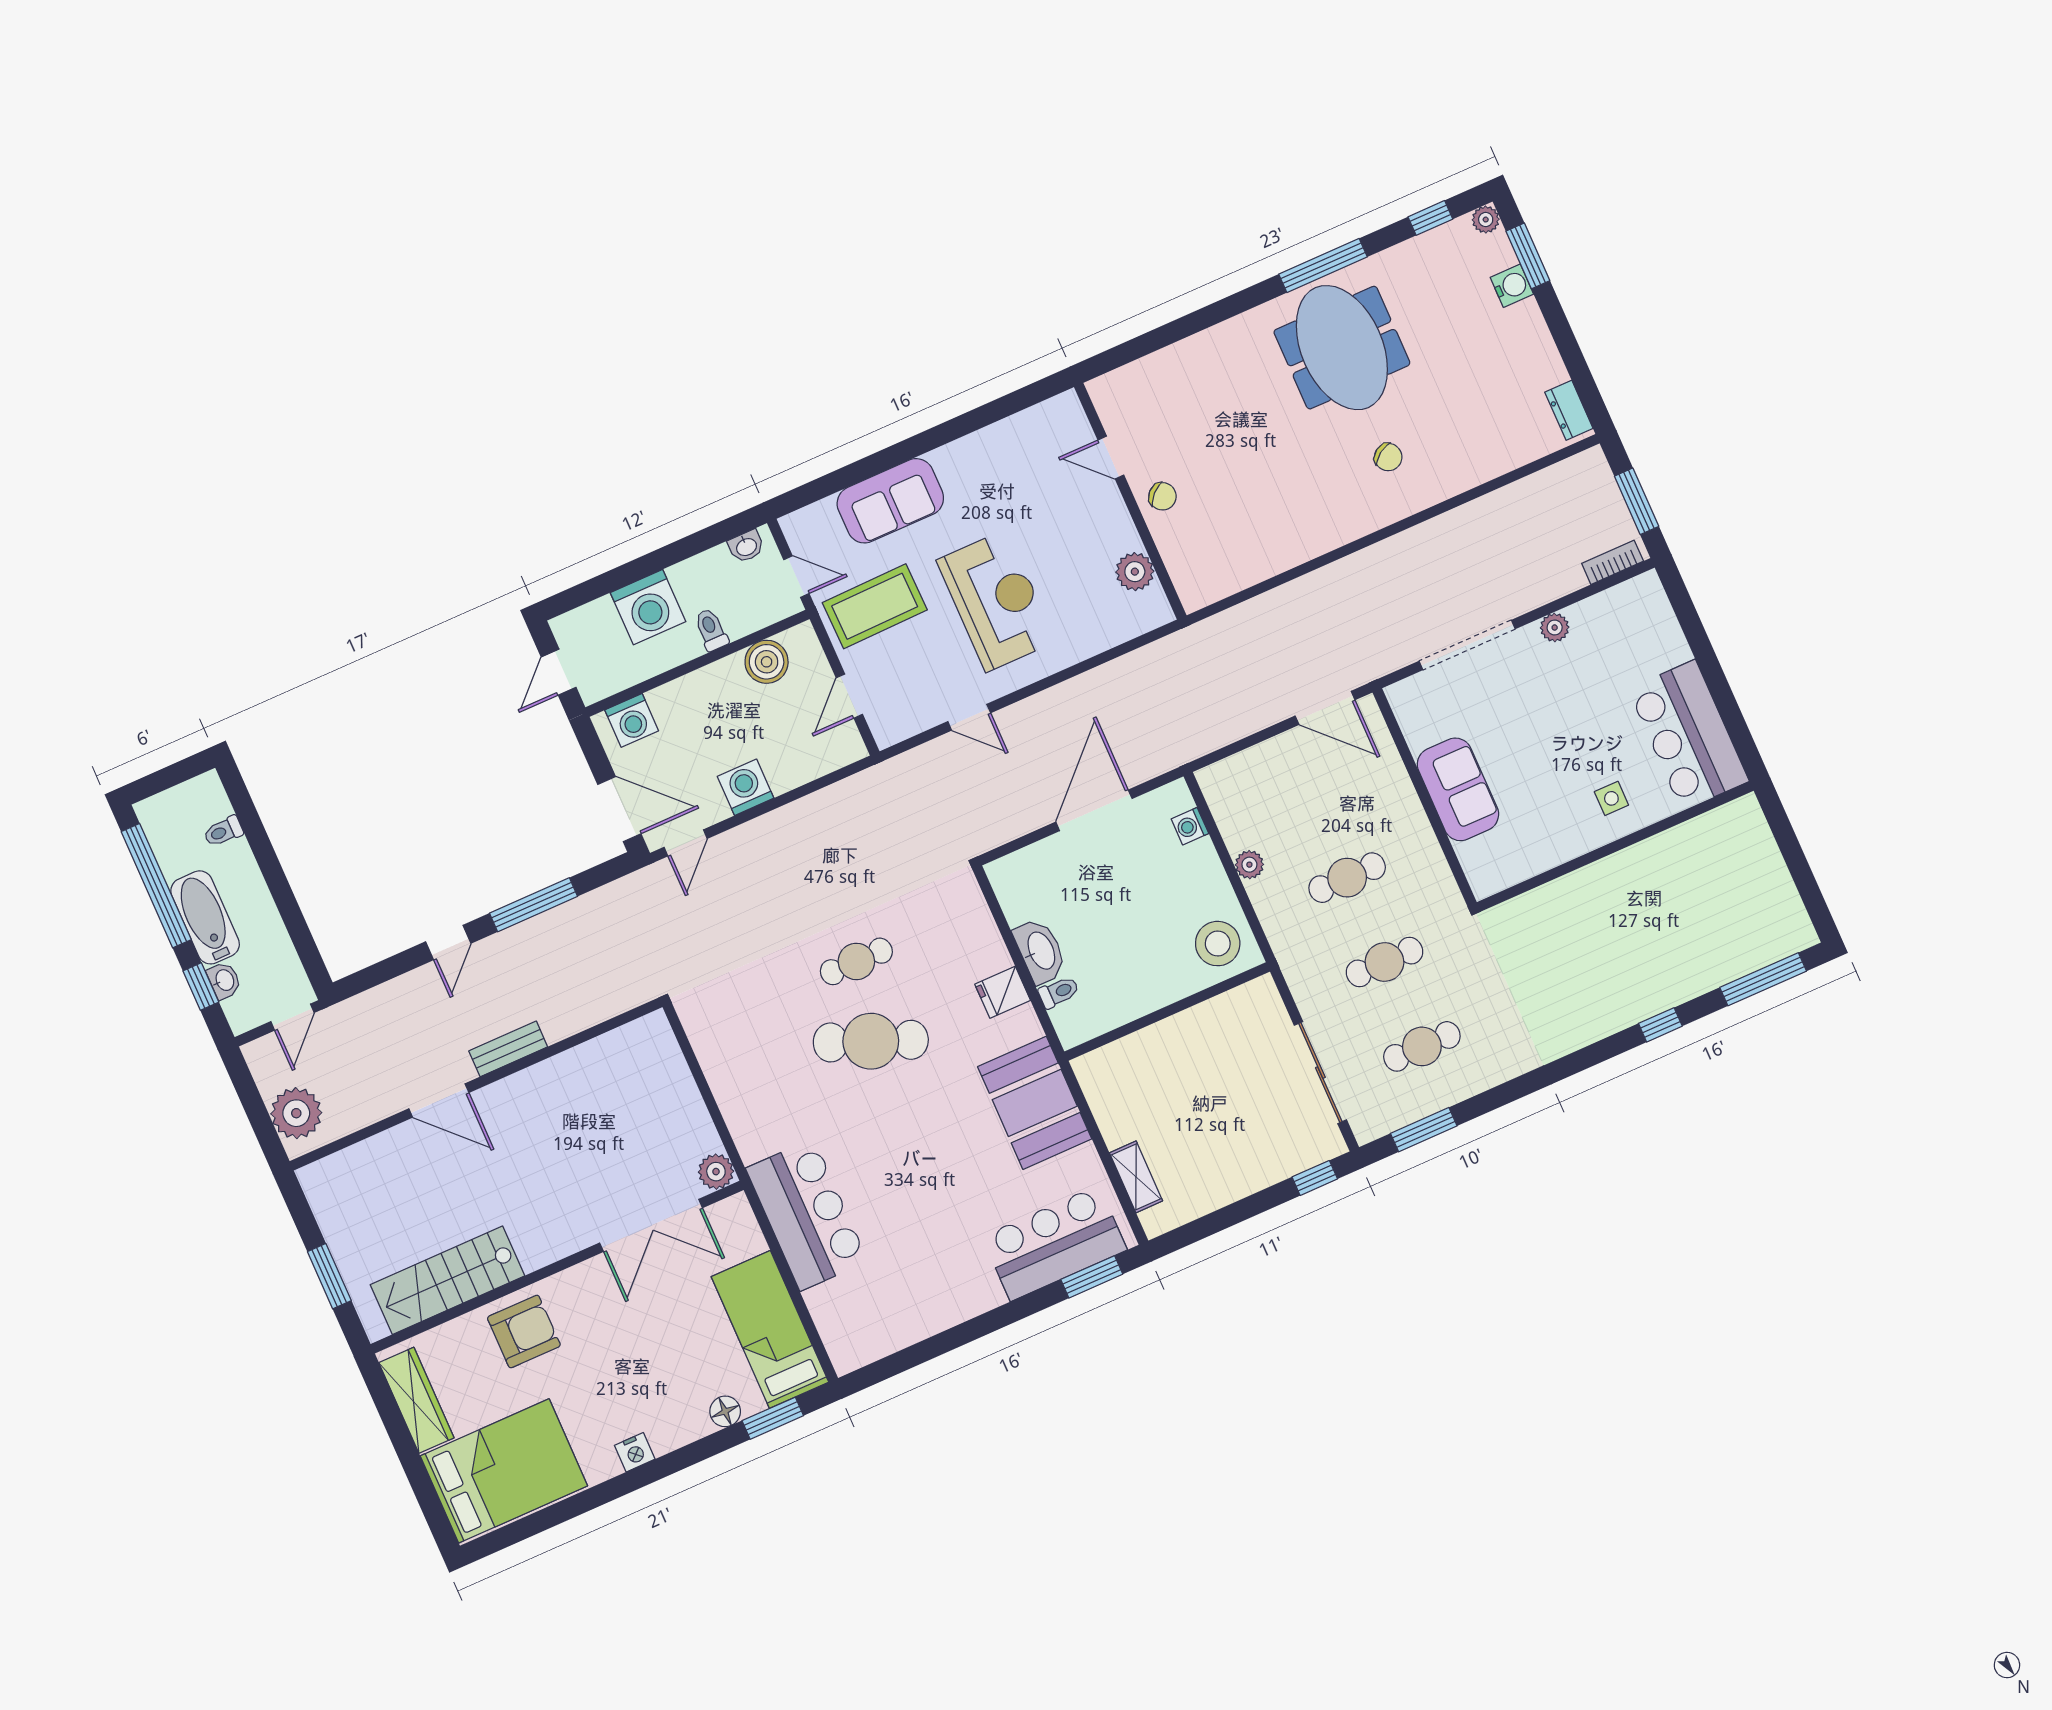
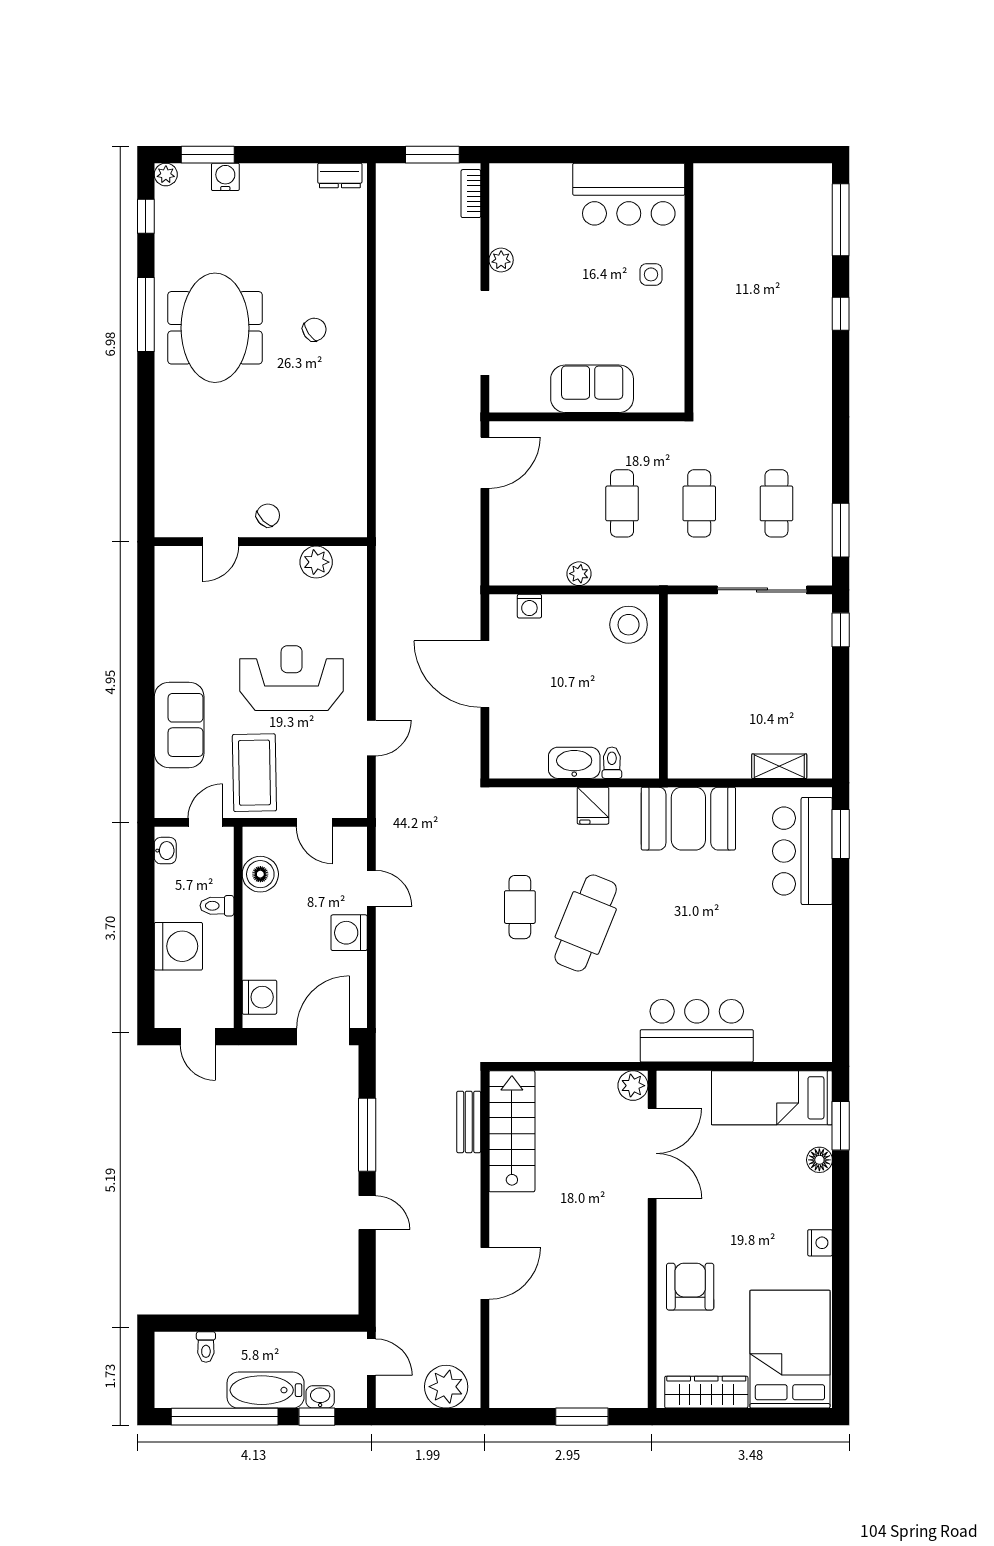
meeting table: (1342, 348) -> (215, 328), turned 90
door: (686, 843) -> (371, 888), moved
bench: (508, 1049) -> (469, 1122), moved
stairs: (447, 1280) -> (512, 1131), moved, turned 180

